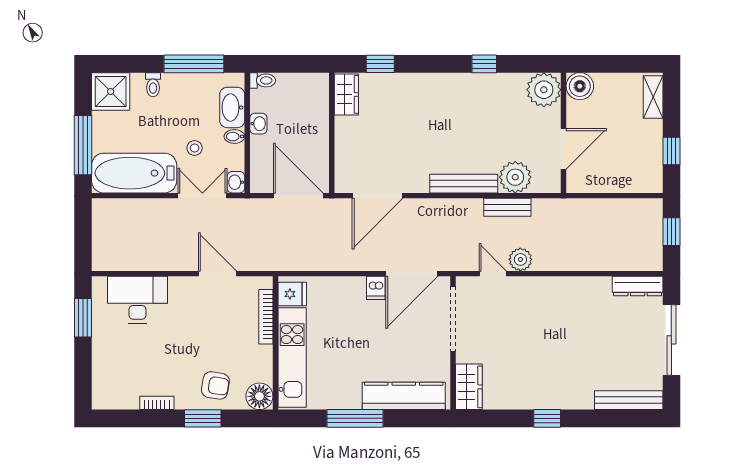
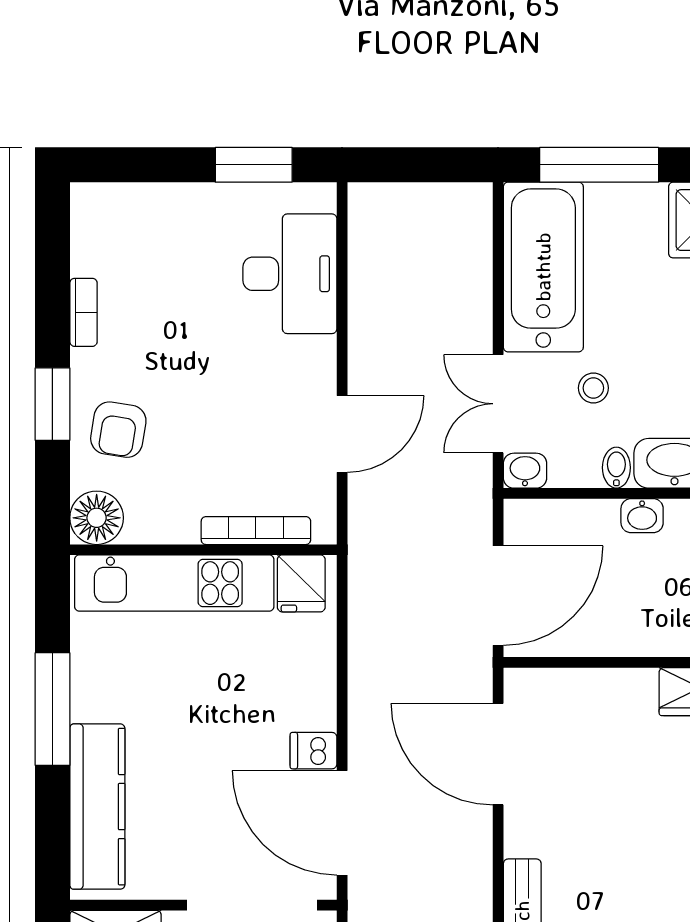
double door: (202, 196) -> (498, 404), swing flipped

